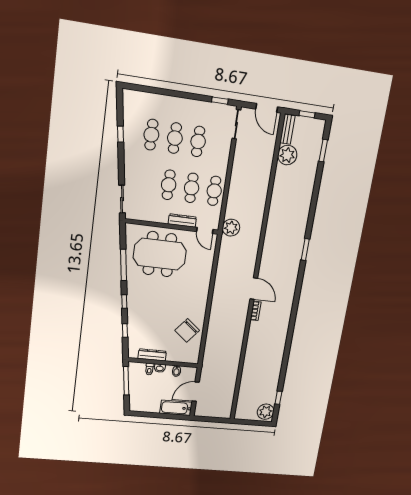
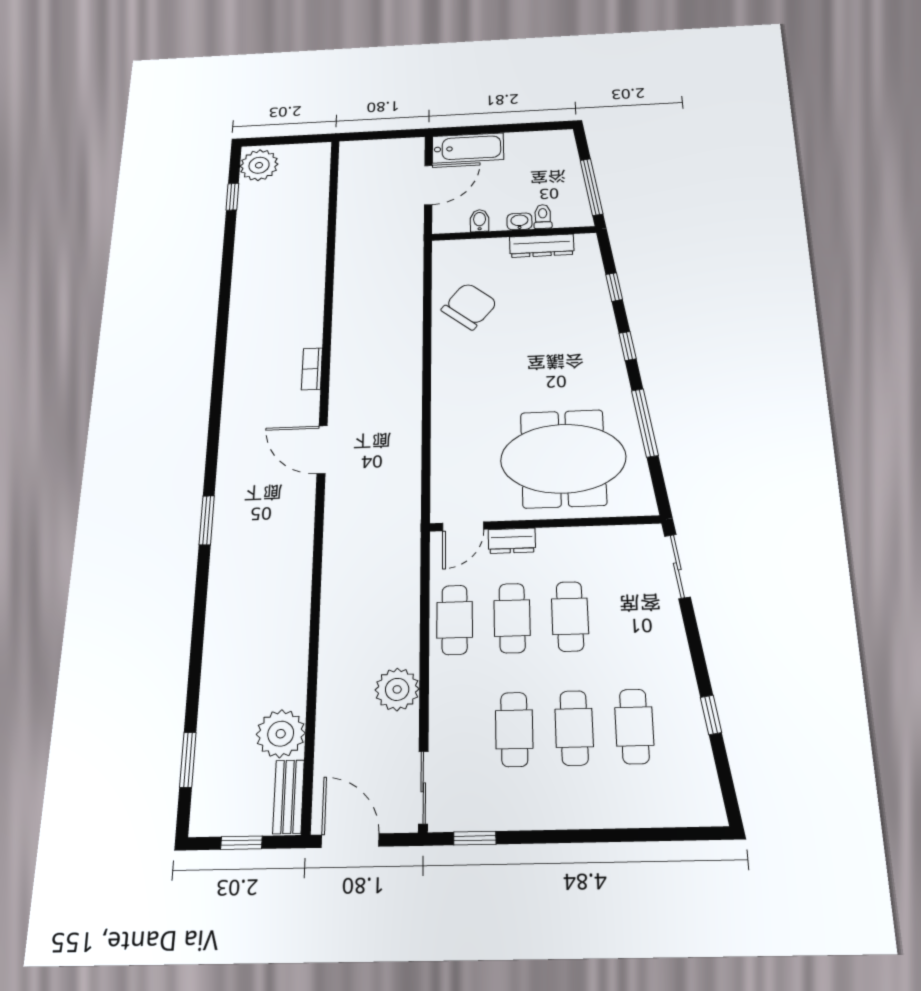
dresser: (182, 221) -> (512, 541), width x0.70
plant: (231, 228) -> (397, 689), moved
door: (205, 231) -> (463, 526), swing flipped
door: (254, 289) -> (322, 450), moved

